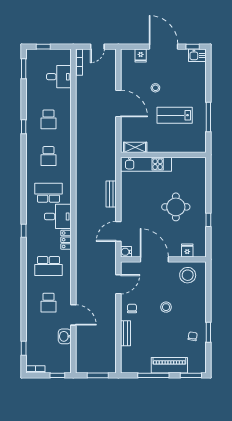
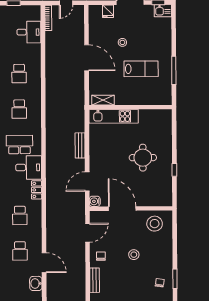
lab bench: (175, 115) -> (141, 69), turned 180
fridge: (187, 251) -> (154, 200), removed
school desk: (49, 266) -> (20, 215), width x0.54

